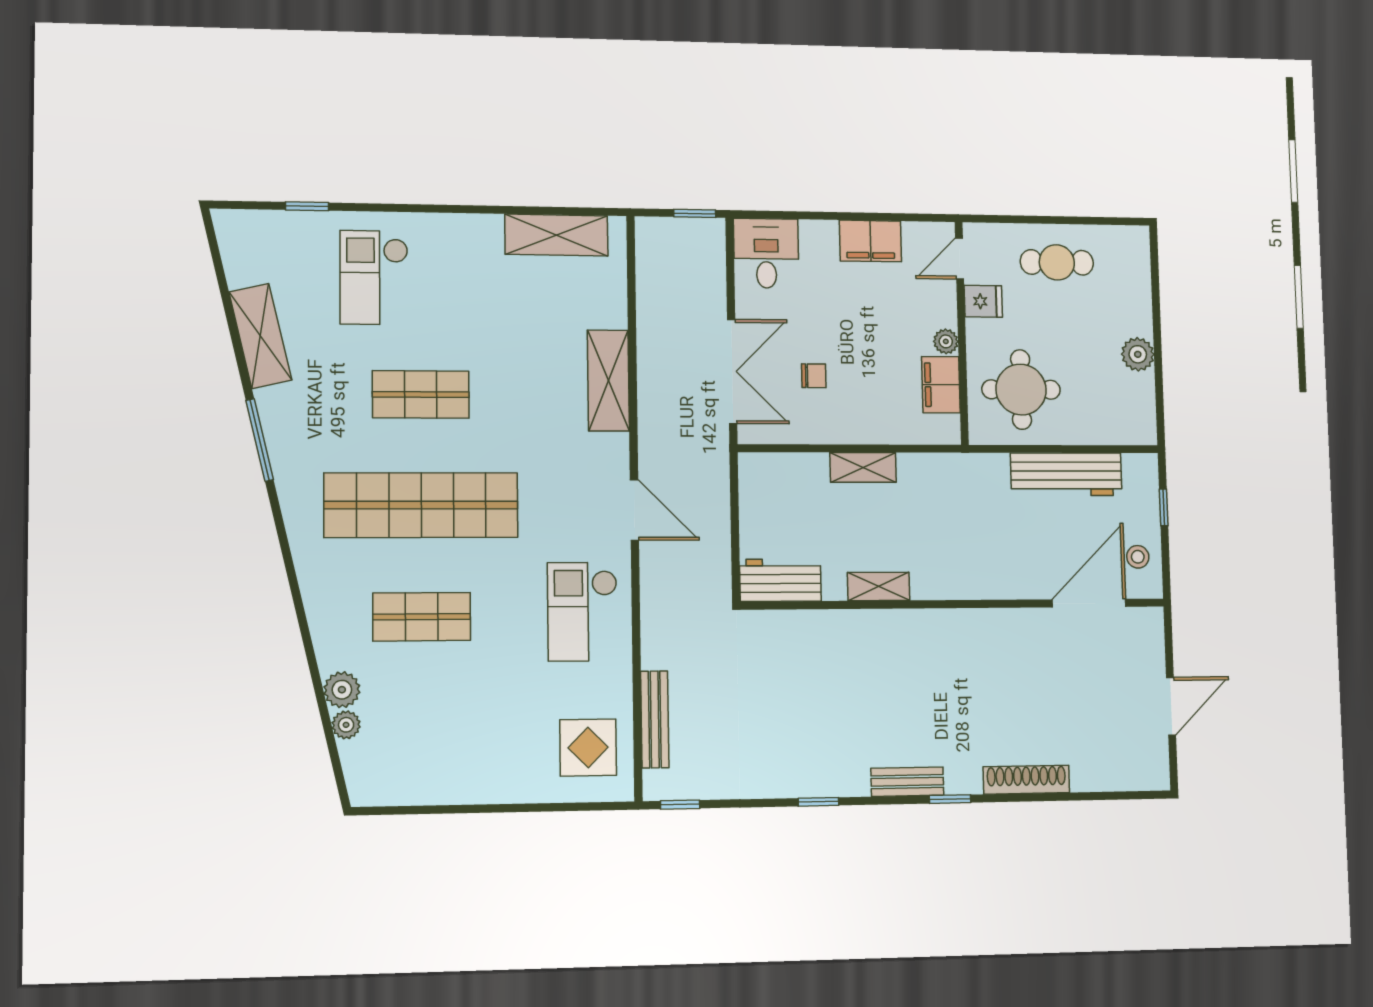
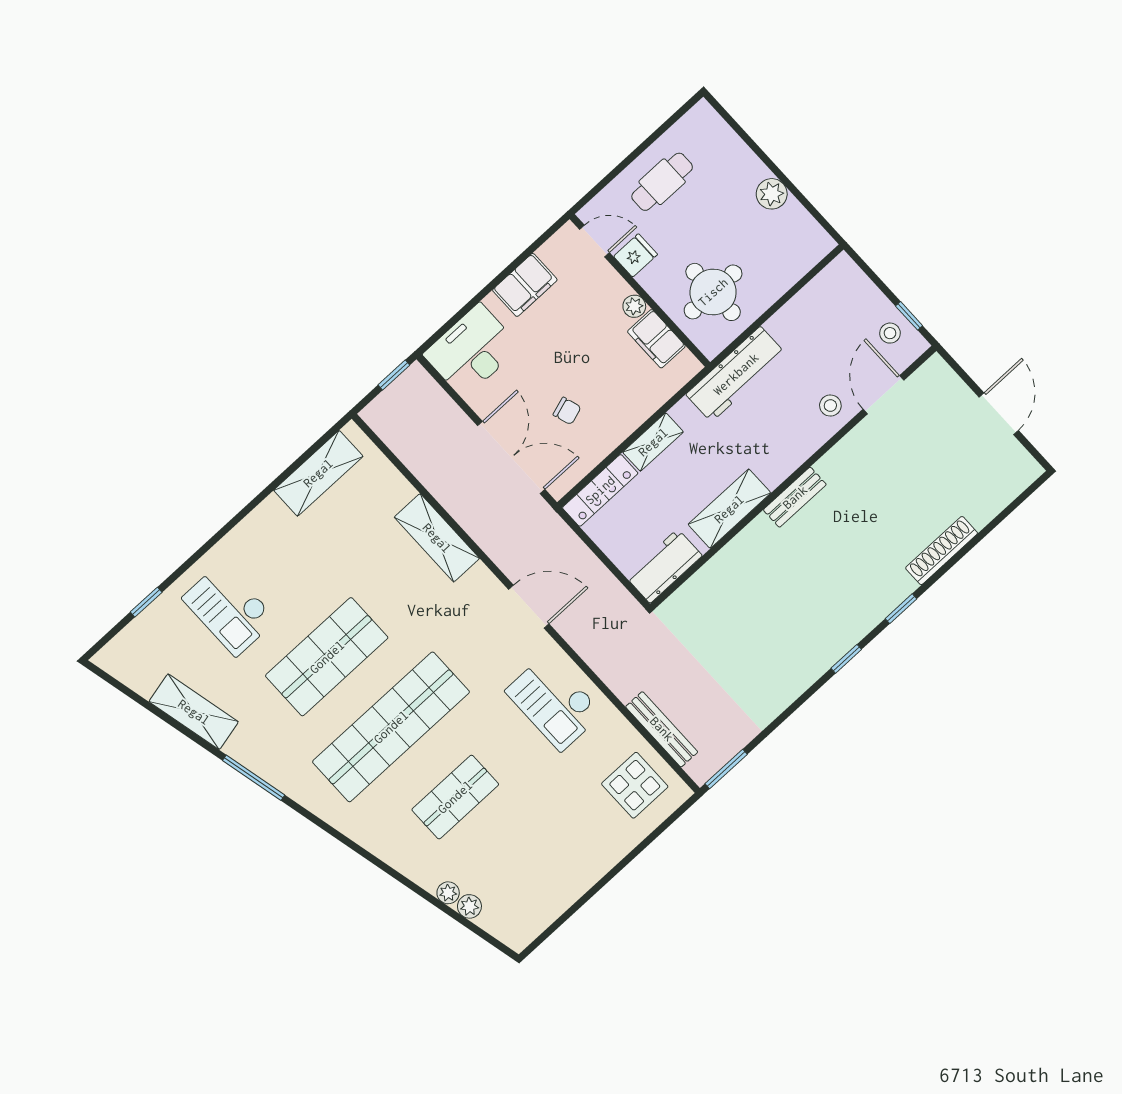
desk: (766, 253) -> (472, 351), width x1.37
door: (960, 259) -> (594, 241), swing flipped
chair: (814, 376) -> (567, 411), turned 72
shop shelf: (421, 394) -> (327, 657), width x1.43, depth x1.36
locker: (783, 467) -> (600, 490), added
workbench: (1066, 474) -> (736, 374), moved
window: (1164, 507) -> (909, 316), moved
stool: (1037, 572) -> (830, 406), added
shelving: (879, 586) -> (729, 509), width x1.50, depth x1.33
door: (1089, 603) -> (883, 395), width x0.73
plant: (342, 690) -> (448, 893), width x0.73, depth x0.73
bench: (907, 782) -> (795, 497), moved
window: (818, 802) -> (846, 659), moved
window: (680, 805) -> (726, 769), width x1.50

